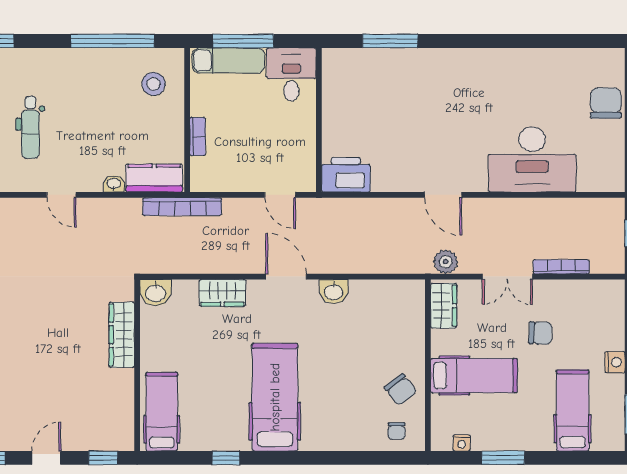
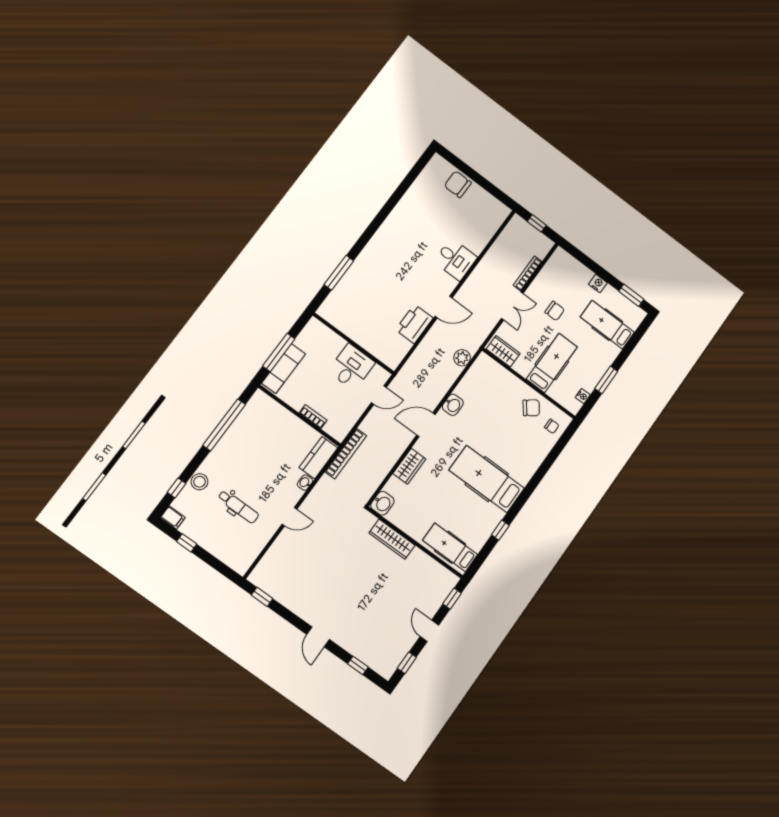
desk: (291, 74) -> (351, 367), moved, turned 90
stool: (153, 84) -> (199, 482), moved
desk: (532, 159) -> (455, 259), width x0.53, depth x0.77
printer: (346, 175) -> (414, 324), moved
plant: (446, 262) -> (462, 358), moved
chair: (540, 333) -> (555, 311), turned 88

